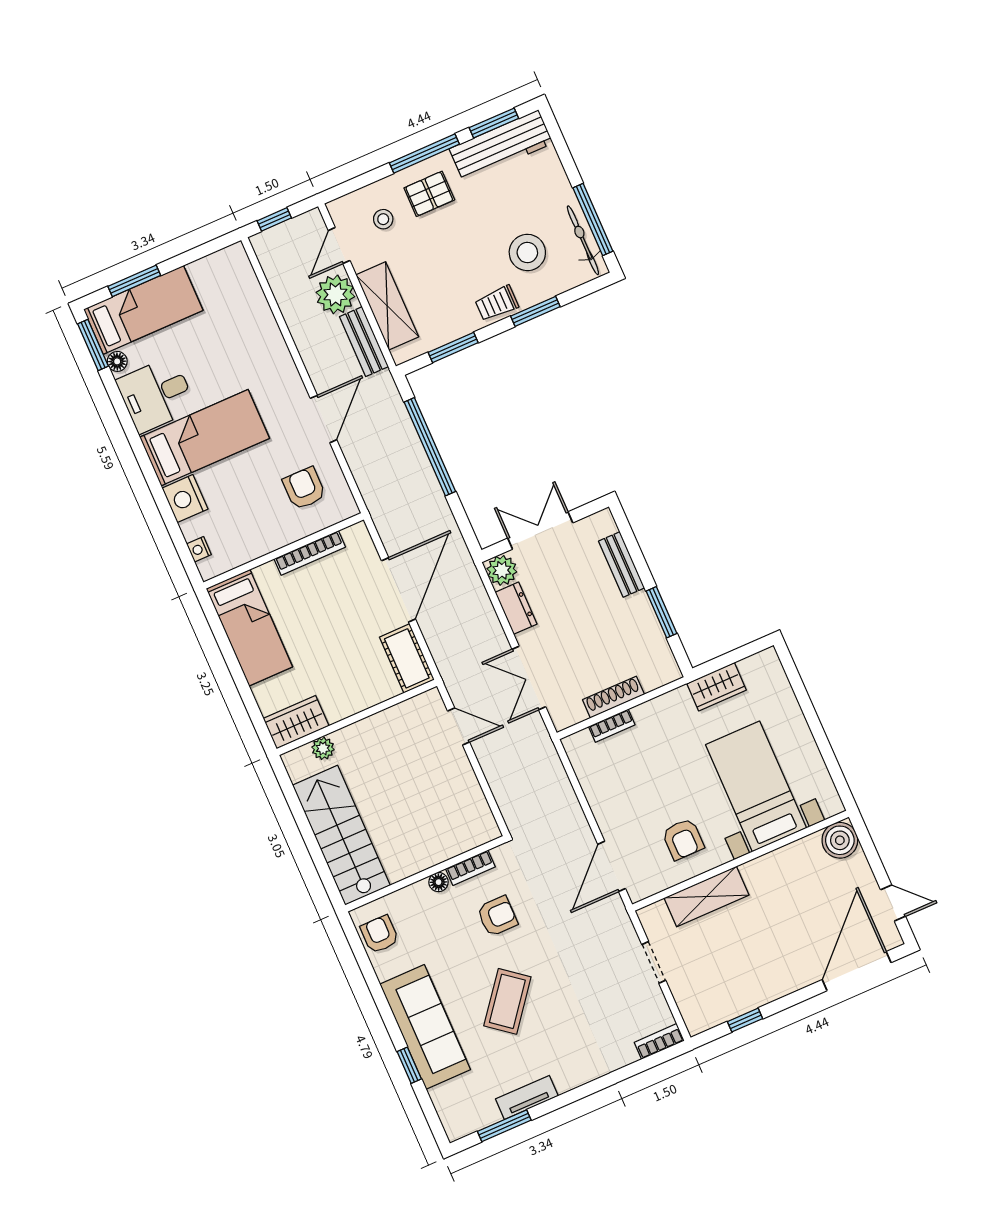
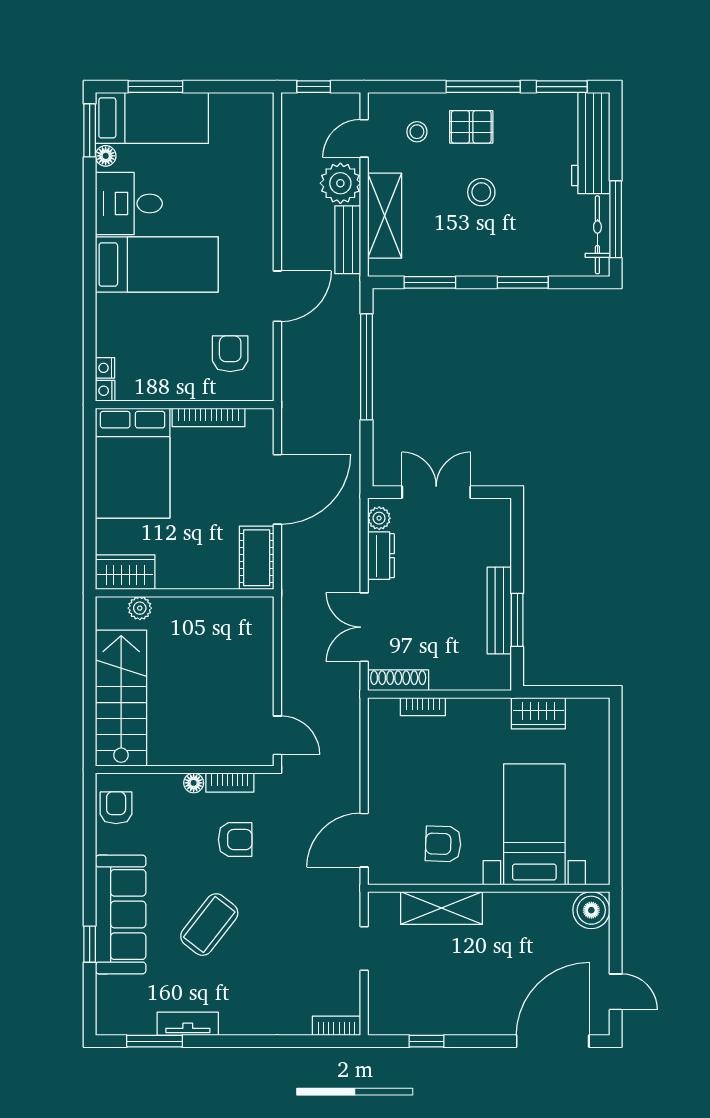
workbench: (501, 146) -> (591, 143), moved, turned 90
stool: (527, 252) -> (481, 192), moved, width x0.73, depth x0.73
trolley: (497, 303) -> (490, 259), removed
nightstand: (185, 499) -> (105, 391), moved, width x0.53, depth x0.56
bench: (622, 565) -> (499, 610), moved, width x1.36
plant: (502, 570) -> (379, 518), width x0.73, depth x0.73
bed: (249, 628) -> (133, 463), width x1.50
shoe rack: (613, 697) -> (398, 680), moved
door: (459, 727) -> (277, 735), moved
armchair: (683, 839) -> (443, 844), turned 92

